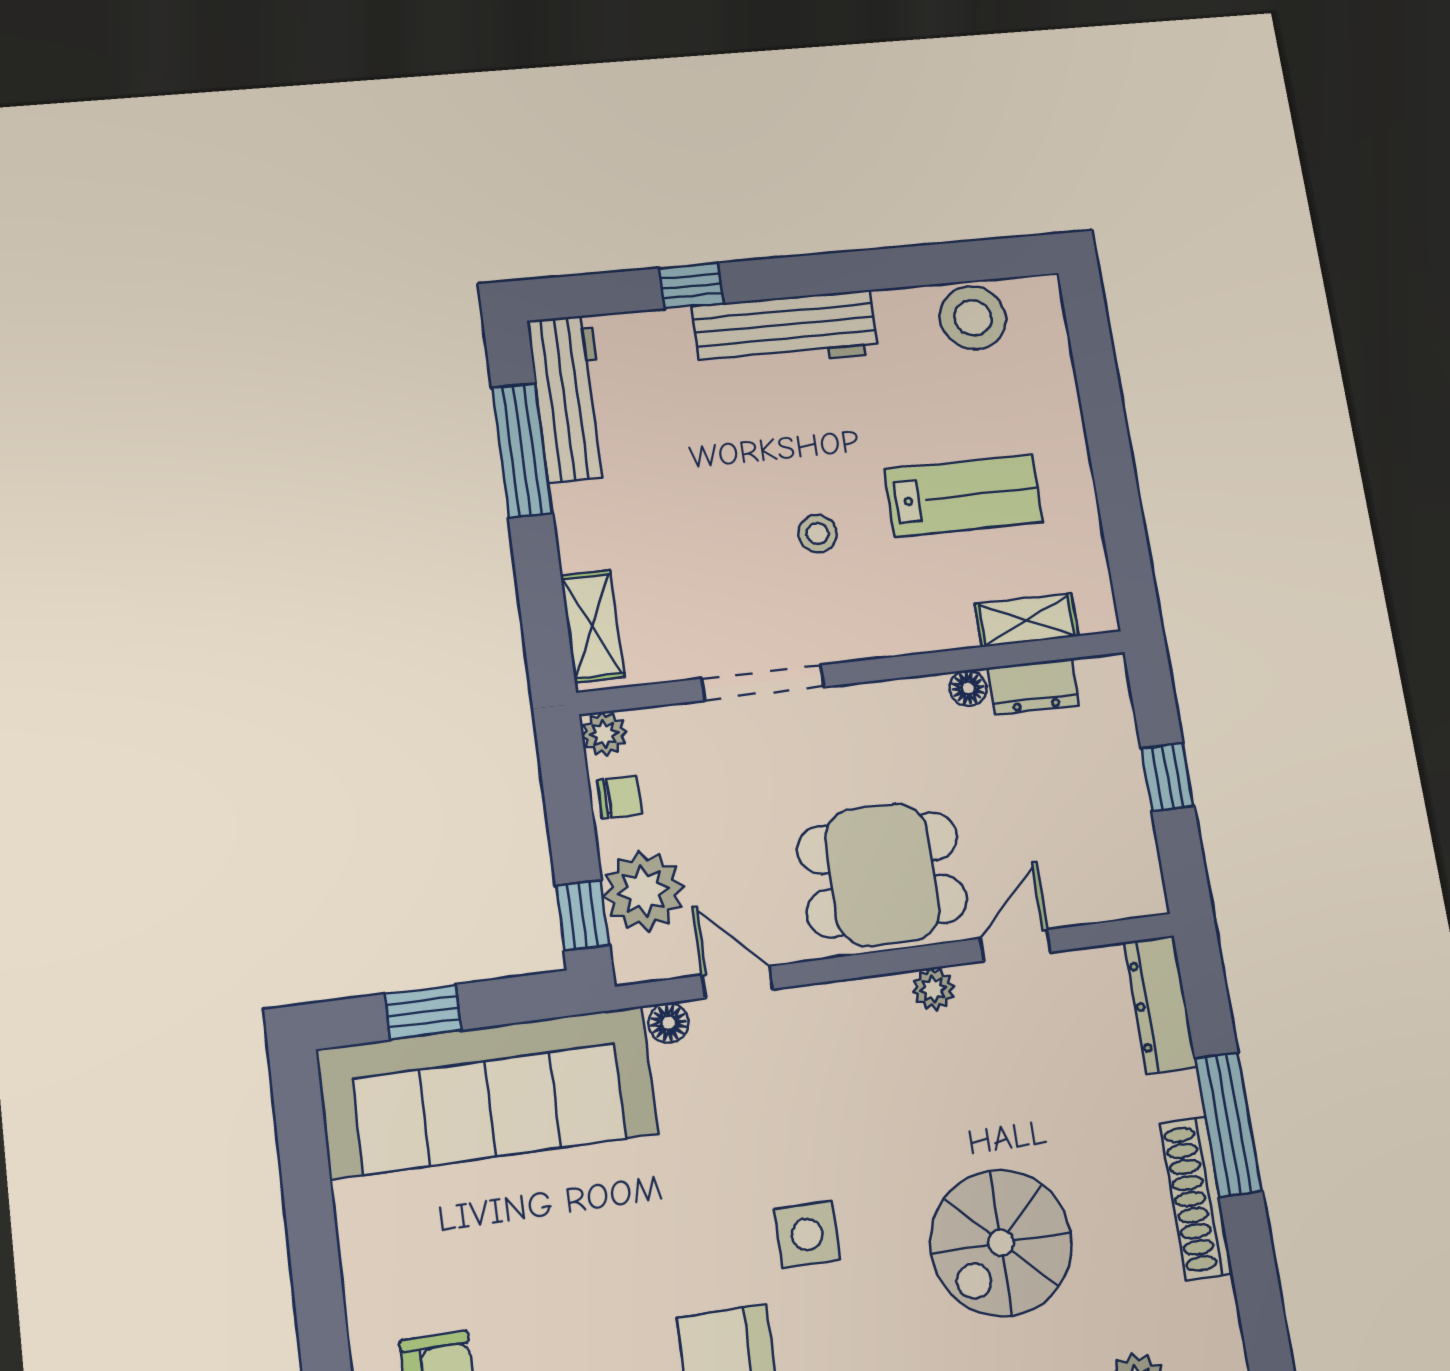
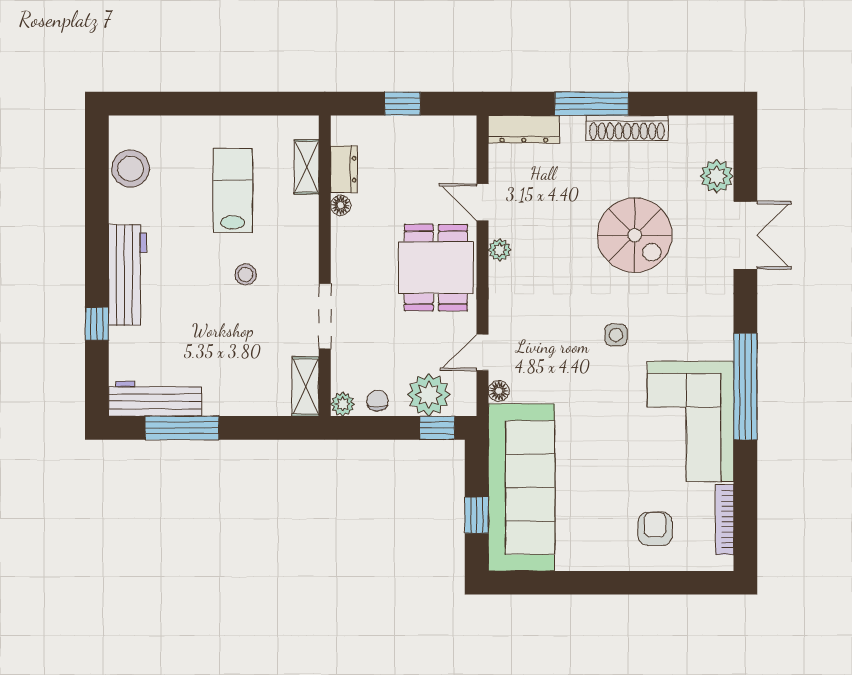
shelving: (592, 626) -> (306, 386), moved, turned 90
side table: (807, 1234) -> (616, 335), width x0.73, depth x0.73

